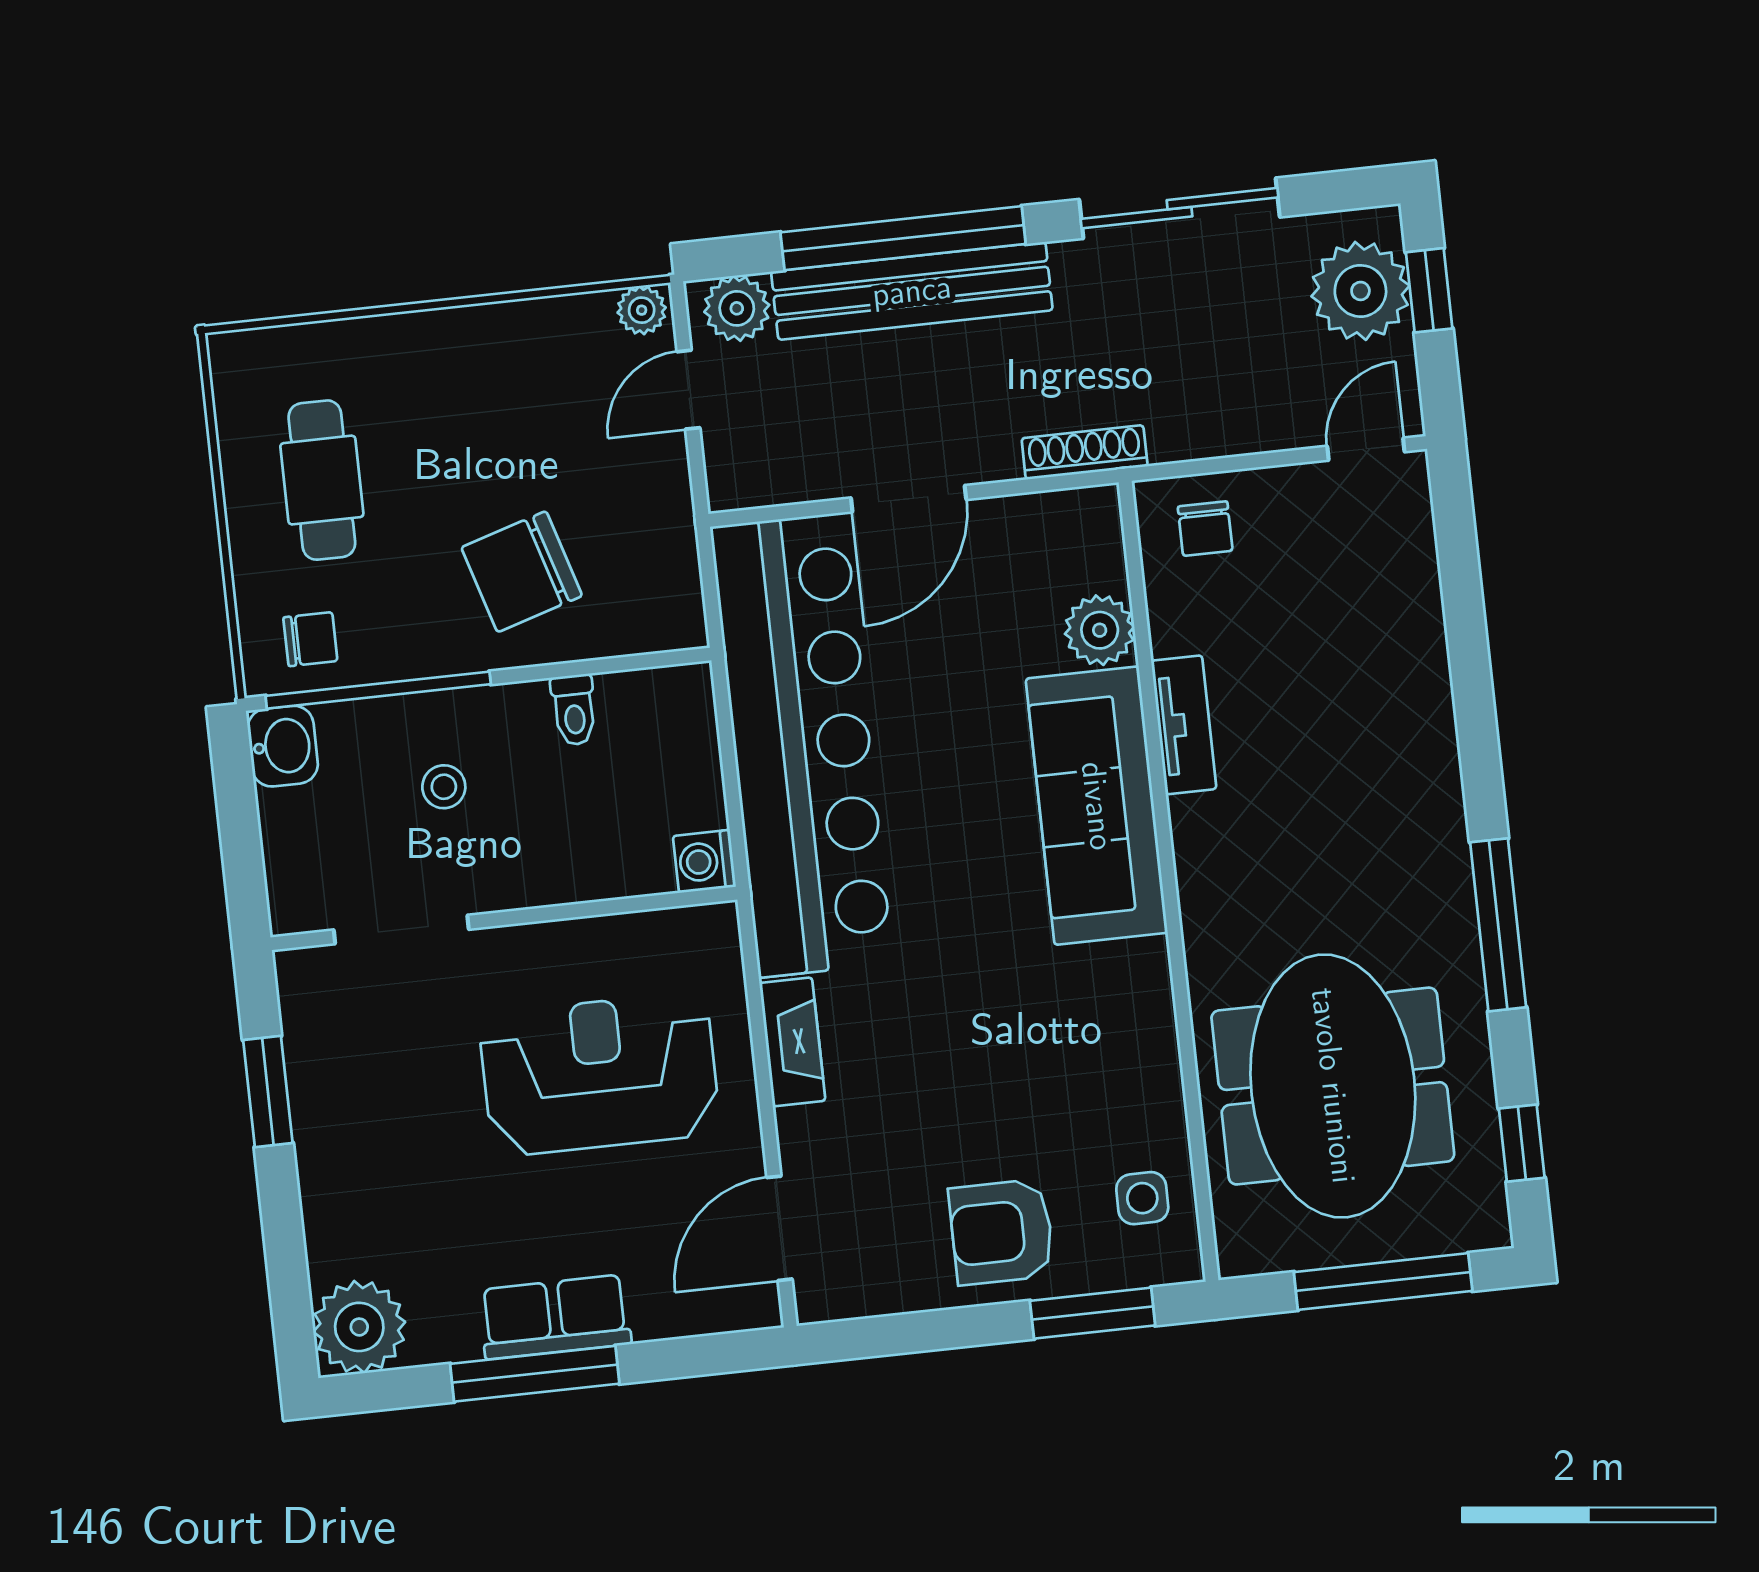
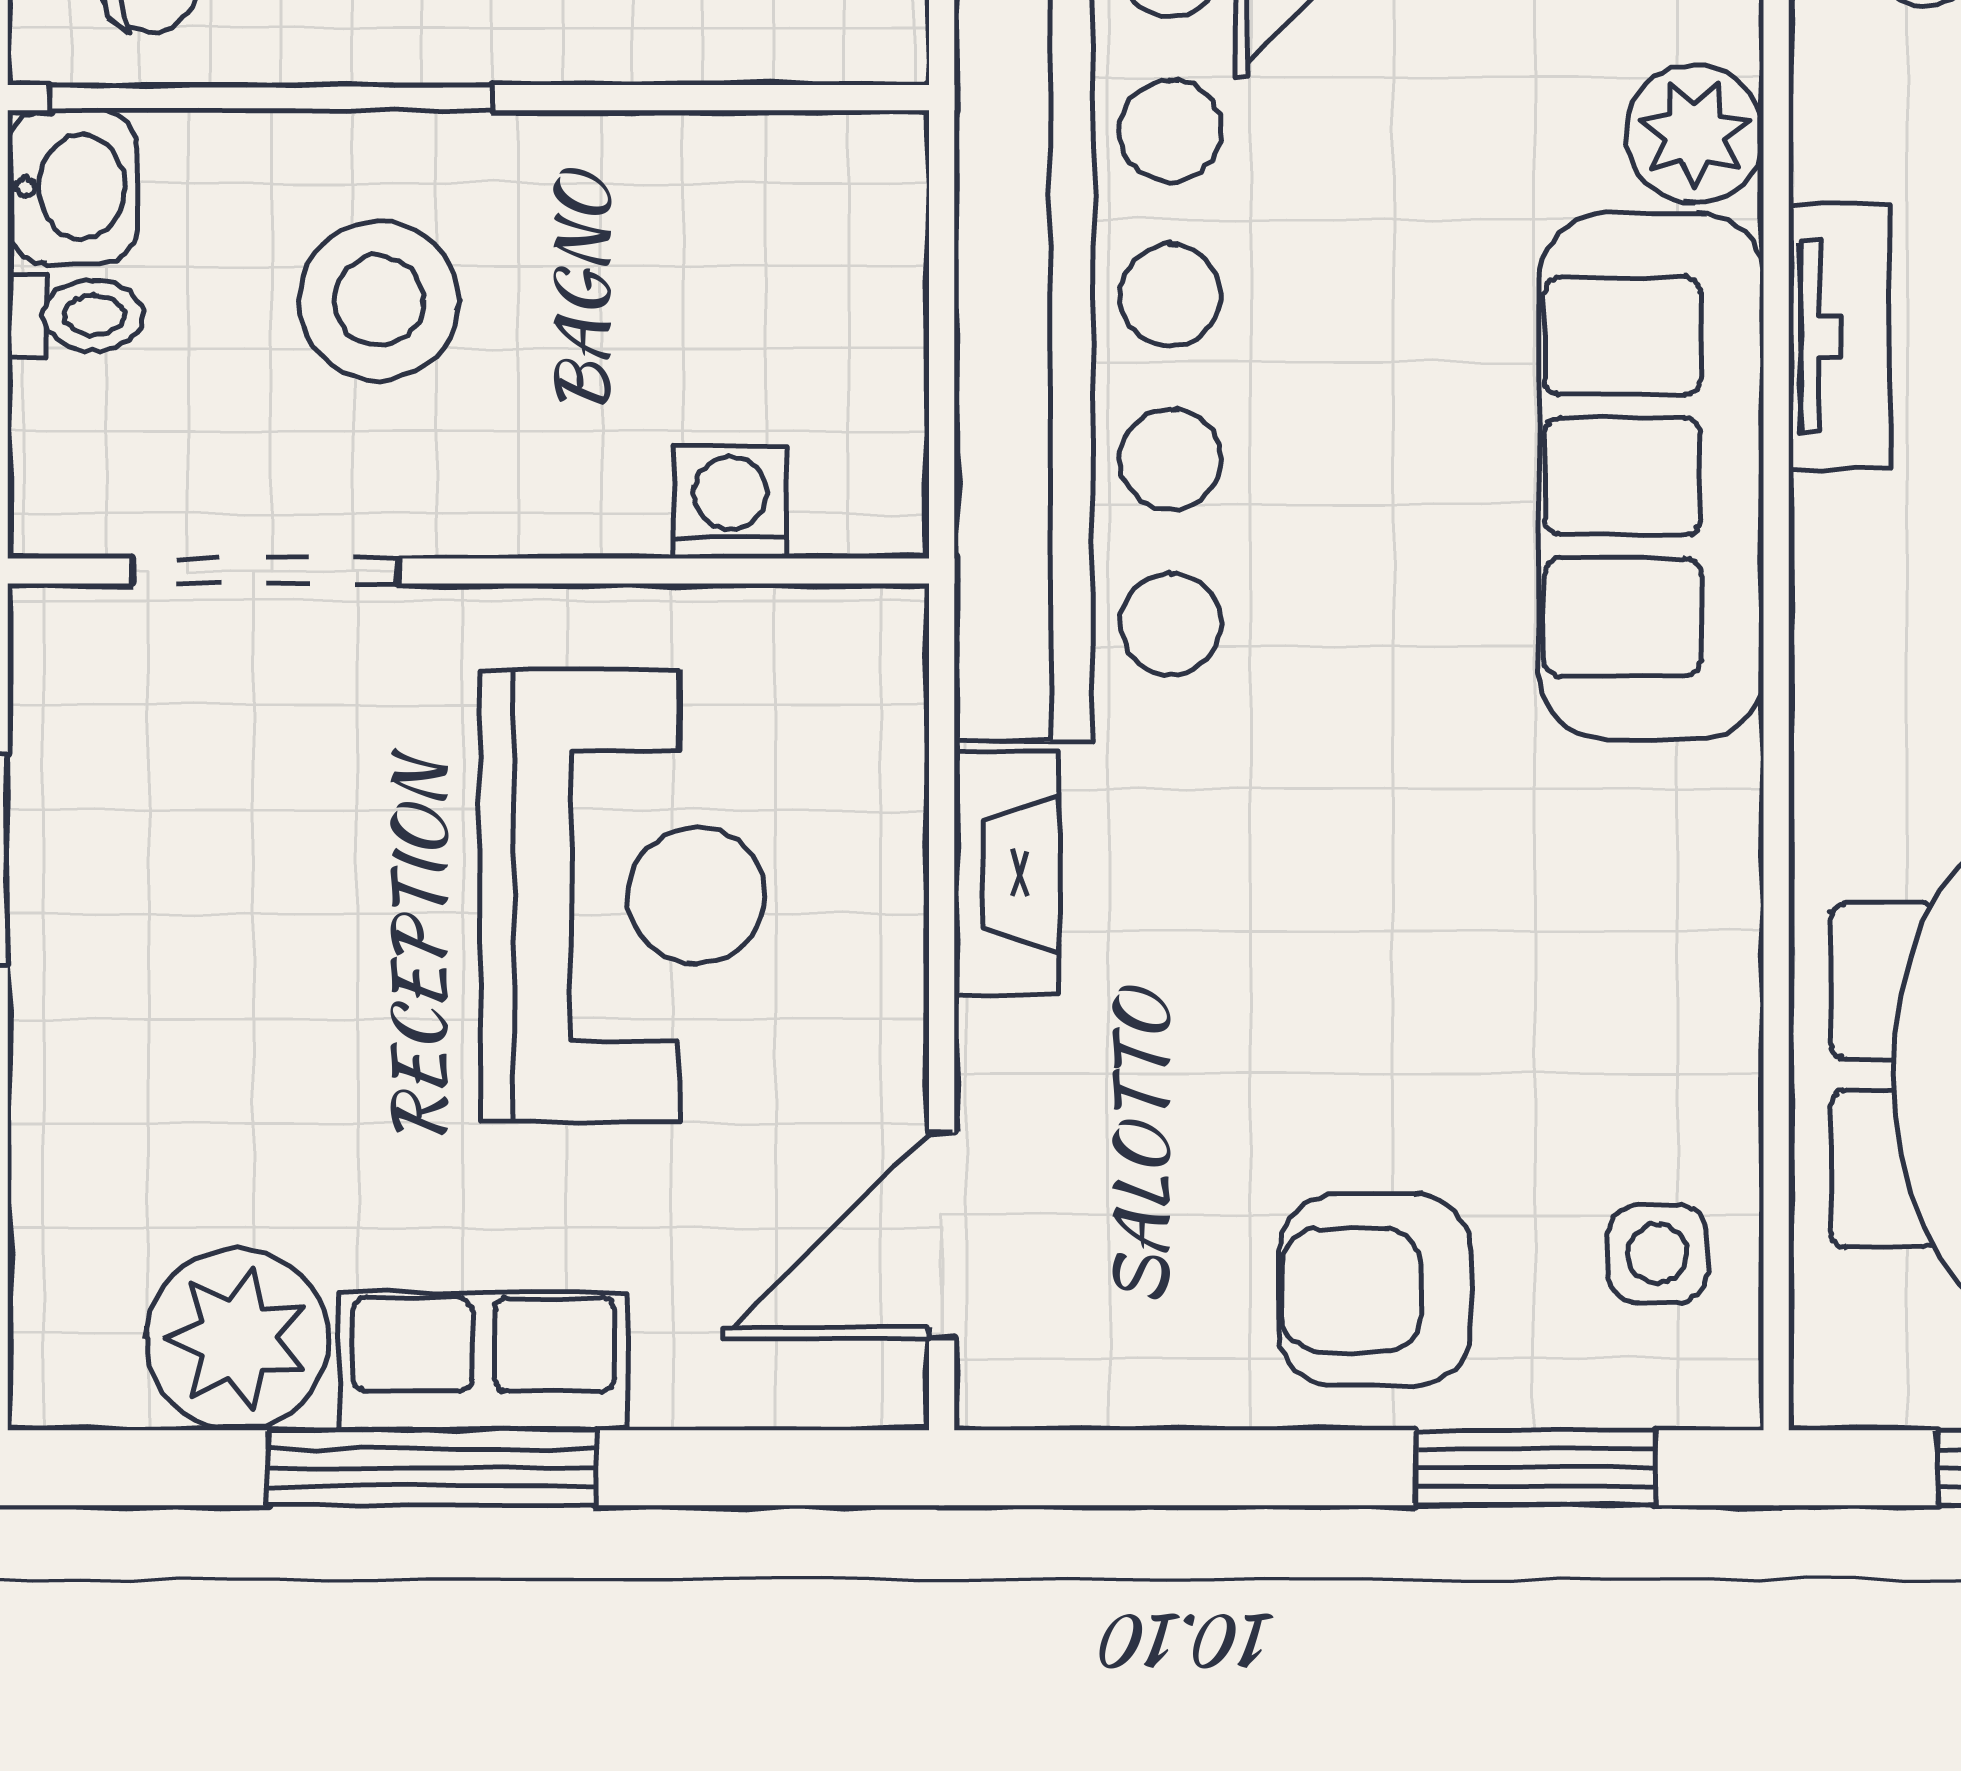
toilet: (574, 710) -> (75, 315), moved, turned -90
stool: (444, 787) -> (379, 301), width x1.89, depth x1.89
washing machine: (704, 861) -> (730, 502), moved, turned 90
reception desk: (599, 1074) -> (622, 896), turned 90
plant: (359, 1327) -> (237, 1339), moved

